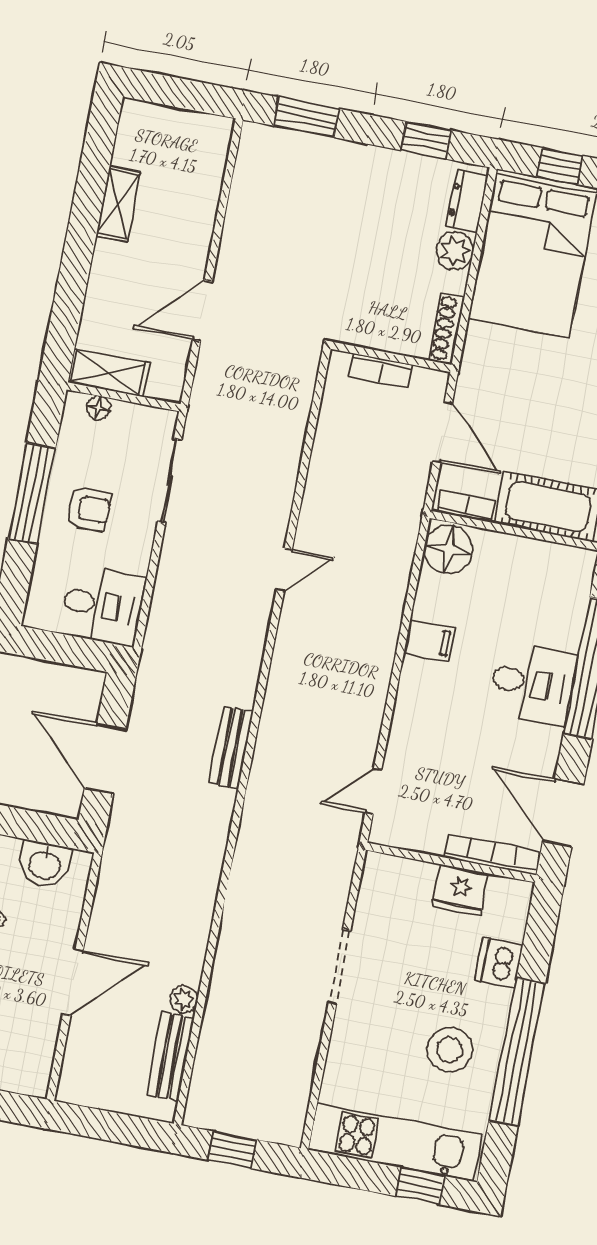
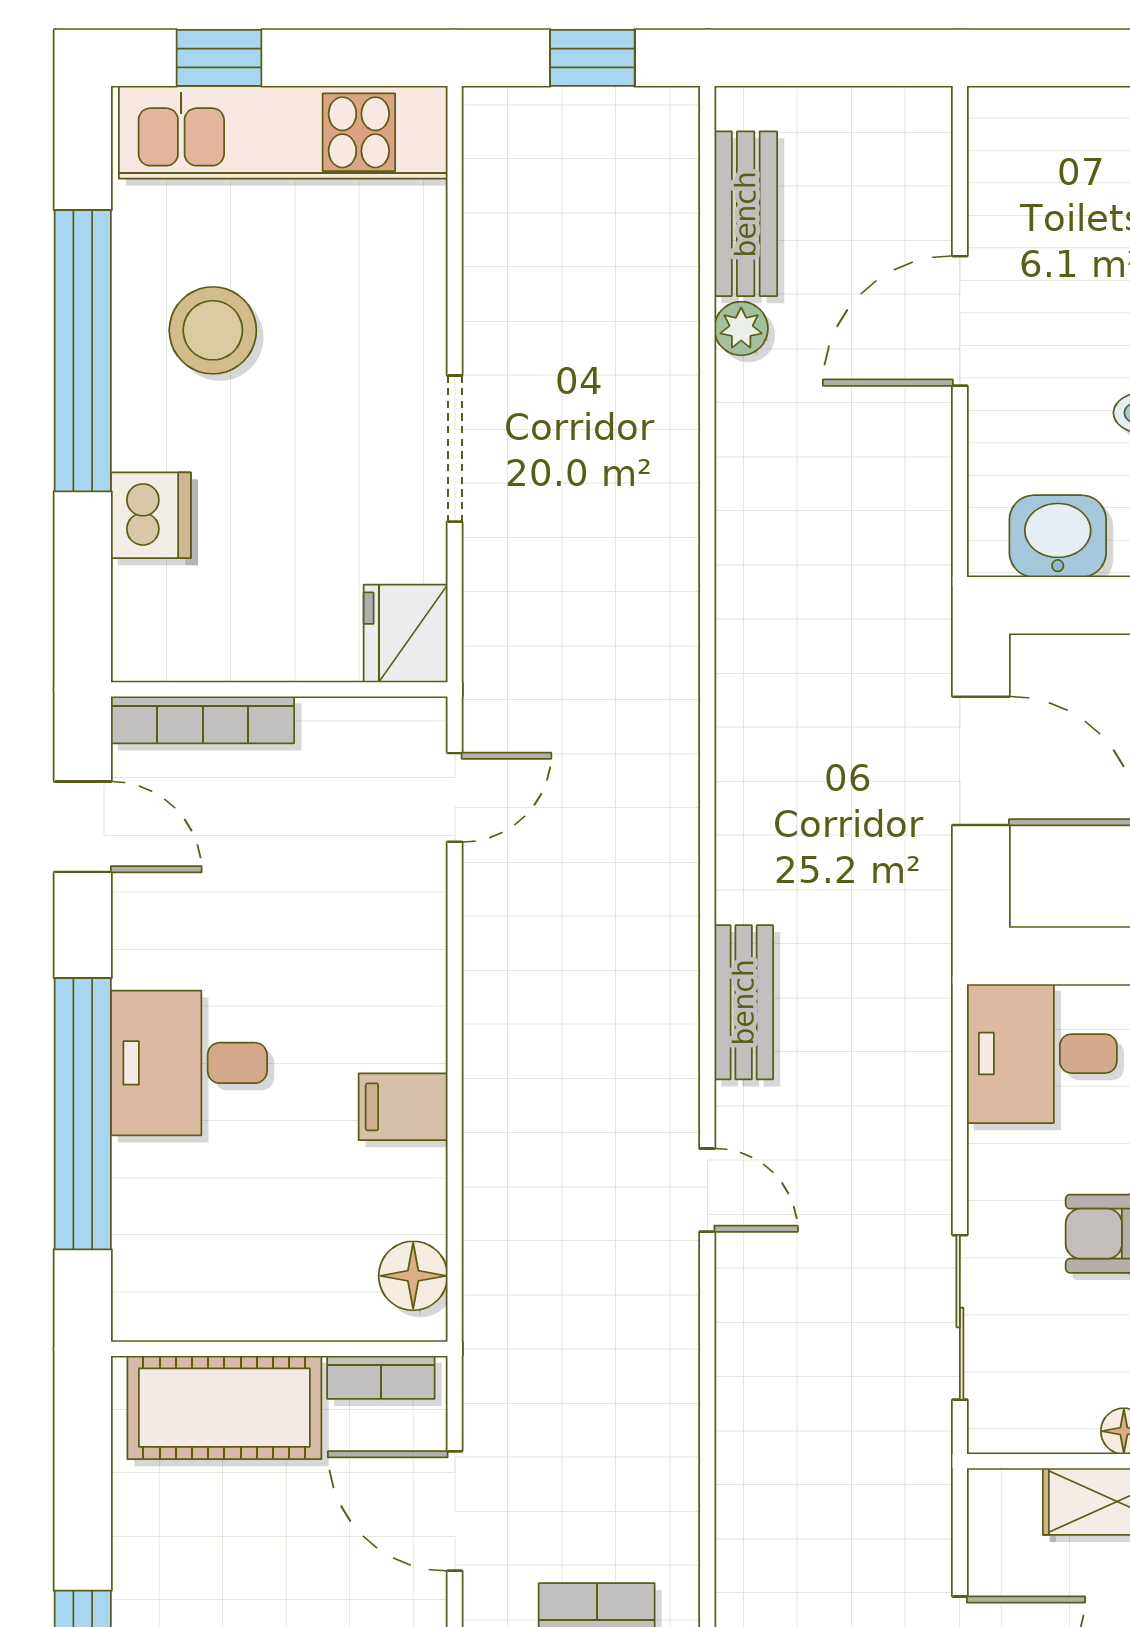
floor lamp: (448, 549) -> (413, 1276), width x0.73, depth x0.73
door: (284, 569) -> (707, 1190), swing flipped
bench: (231, 747) -> (744, 1002), moved
door: (563, 812) -> (83, 827), width x0.73
fridge: (460, 890) -> (406, 634), moved, turned -90

